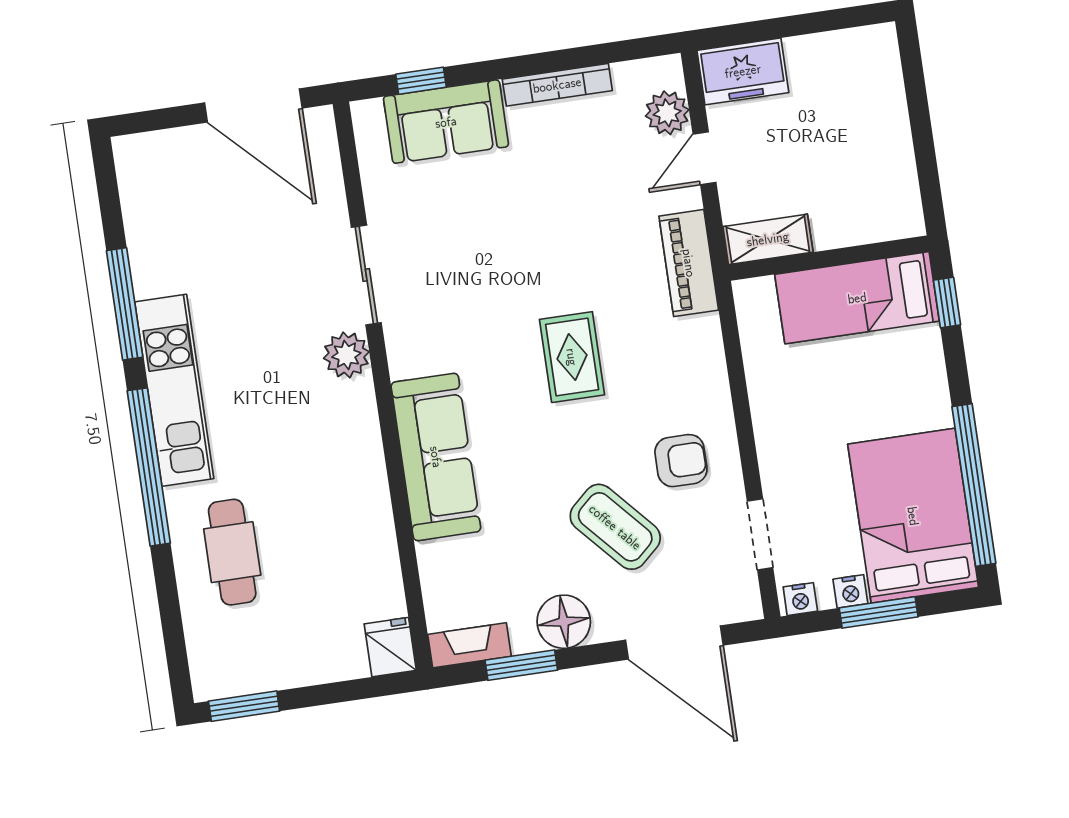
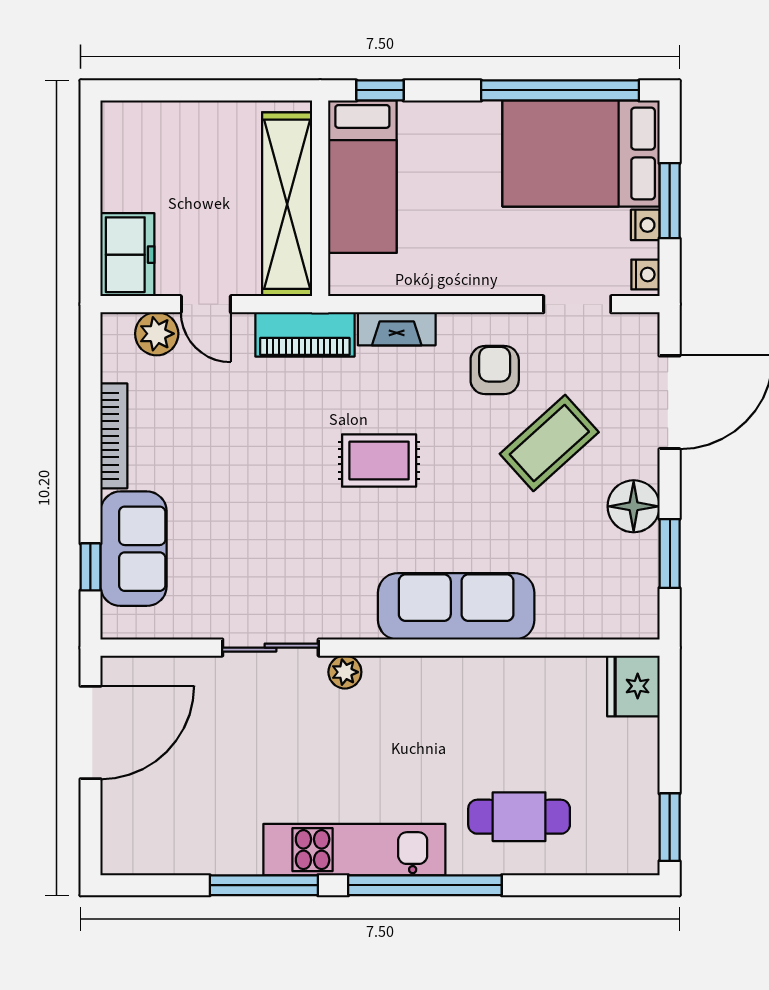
shelving: (768, 239) -> (287, 204), width x2.20, depth x1.33
plant: (346, 355) -> (345, 672), width x0.73, depth x0.73
fireplace: (469, 645) -> (397, 329), moved, turned -90
fridge: (390, 647) -> (633, 686), width x1.38

